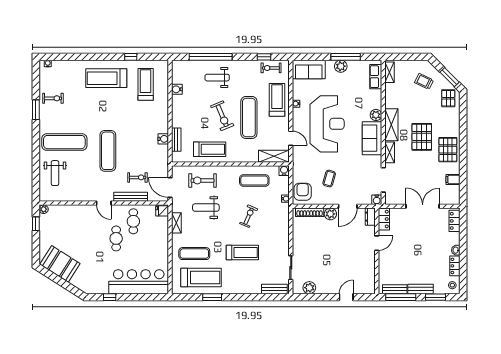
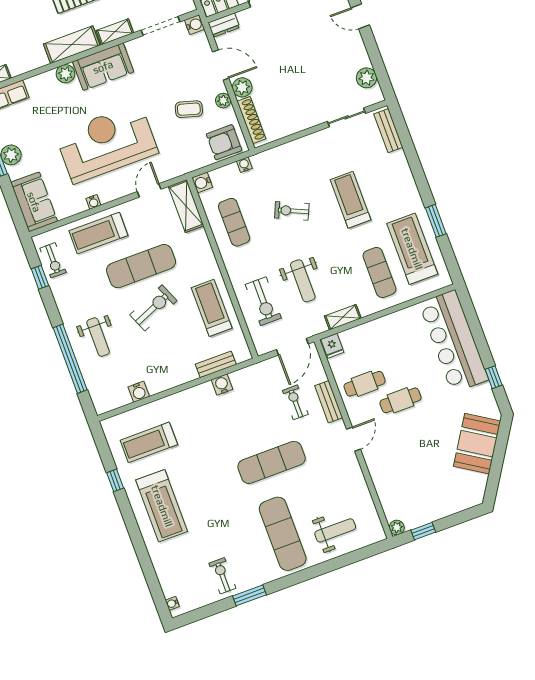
bench: (131, 197) -> (329, 402), width x0.73
plant: (327, 200) -> (223, 101), added
booth: (60, 264) -> (477, 444), moved

